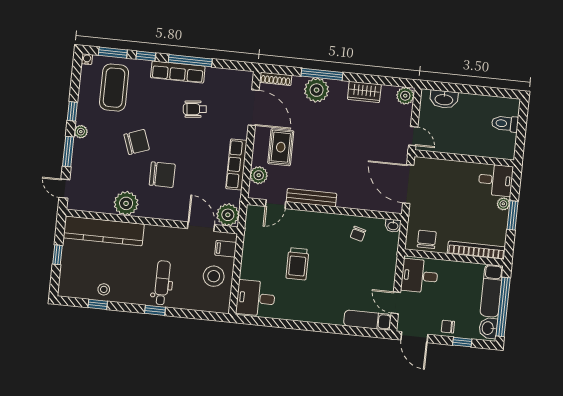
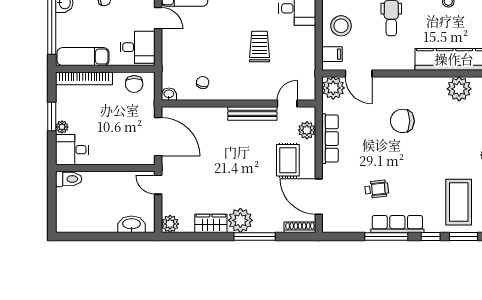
plant: (317, 90) -> (240, 220), moved
toilet: (505, 124) -> (69, 179), moved
chair: (137, 142) -> (431, 151), removed
plant: (126, 203) -> (459, 89), moved
exam couch: (492, 291) -> (83, 57), moved, turned -90

